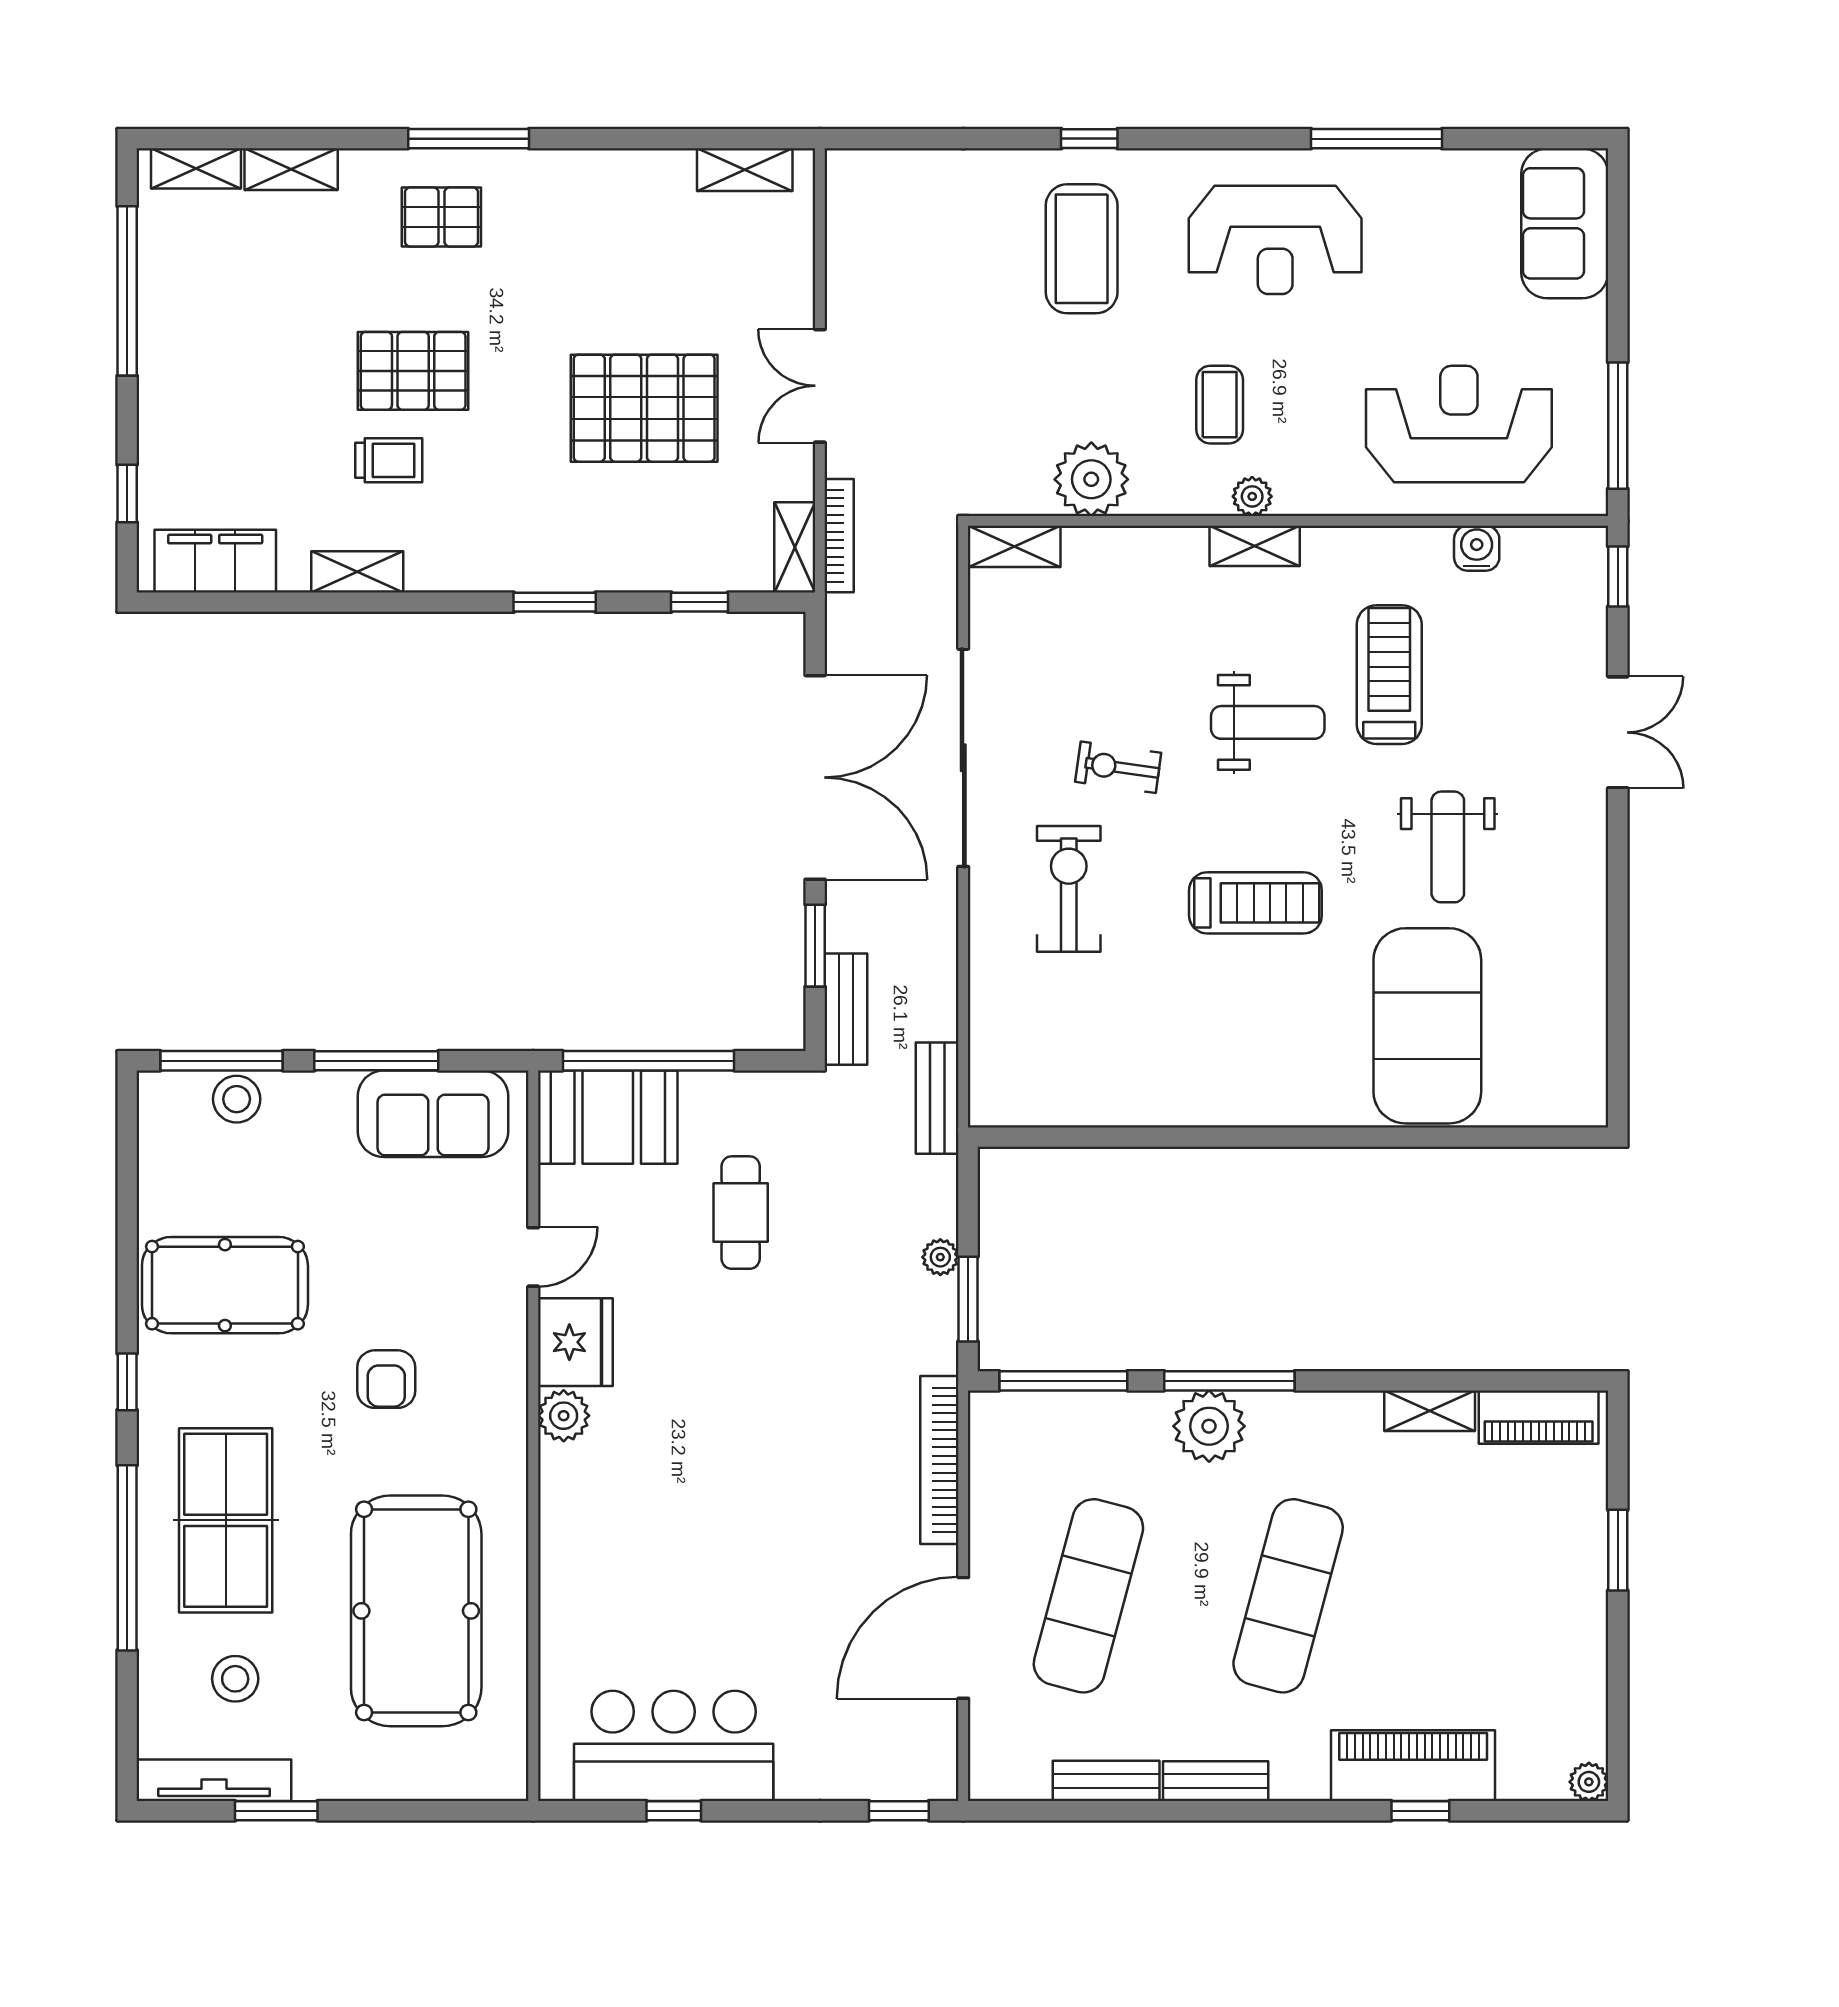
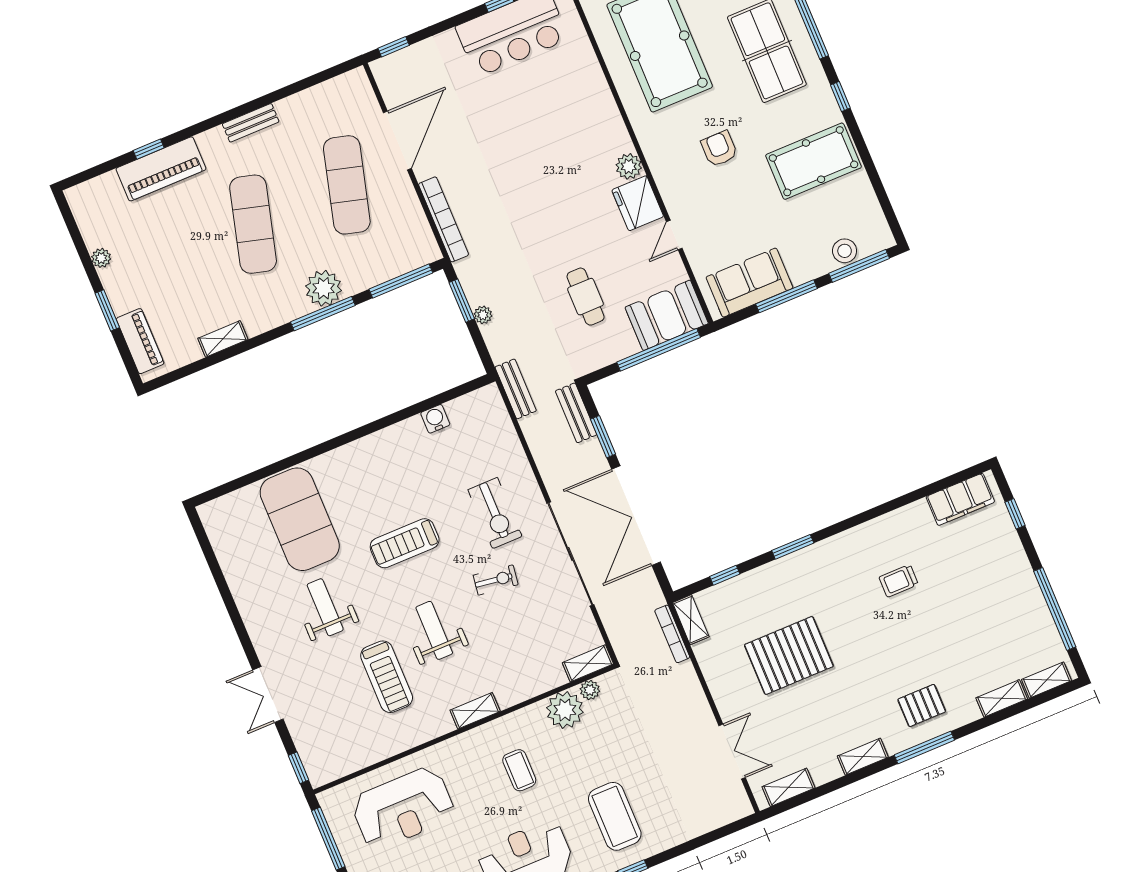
pallet: (413, 371) -> (905, 628), removed
double door: (820, 386) -> (732, 752), moved
plant: (1252, 496) -> (590, 690), moved
water cooler: (1477, 548) -> (435, 419), moved, turned 180
shelving: (357, 572) -> (863, 757), moved
weight bench: (1268, 722) -> (434, 630), turned 90
piano: (1539, 1417) -> (140, 341), moved, turned 90
bench: (1106, 1781) -> (302, 101), removed
plant: (1589, 1782) -> (101, 258), moved

